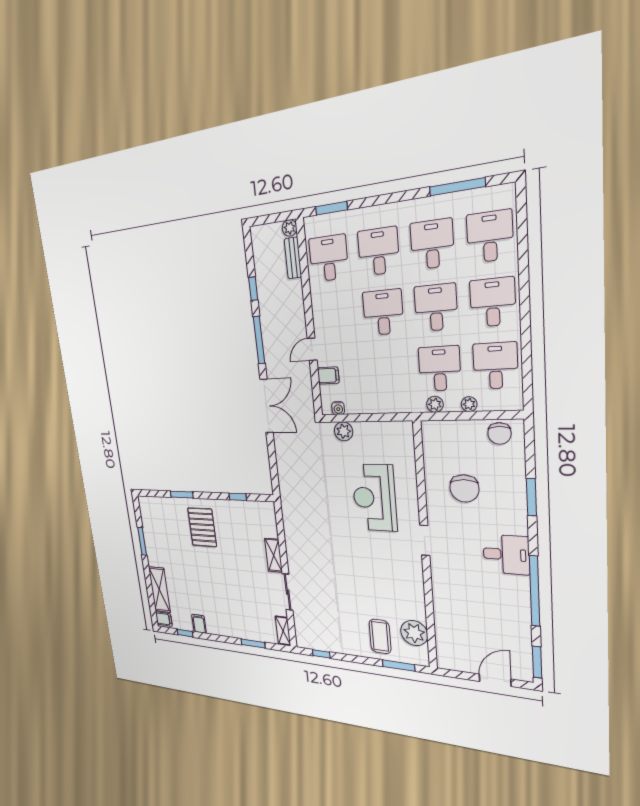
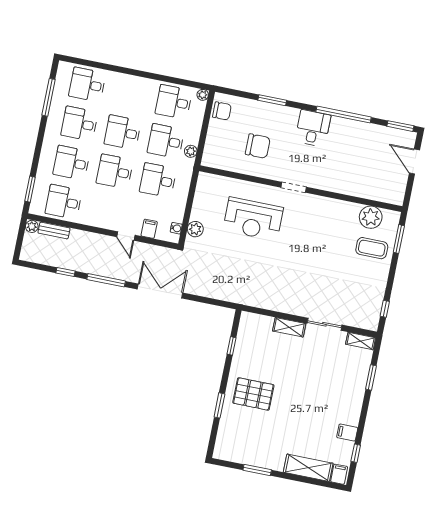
desk: (493, 302) -> (158, 180), moved
plant: (469, 404) -> (203, 95), moved

